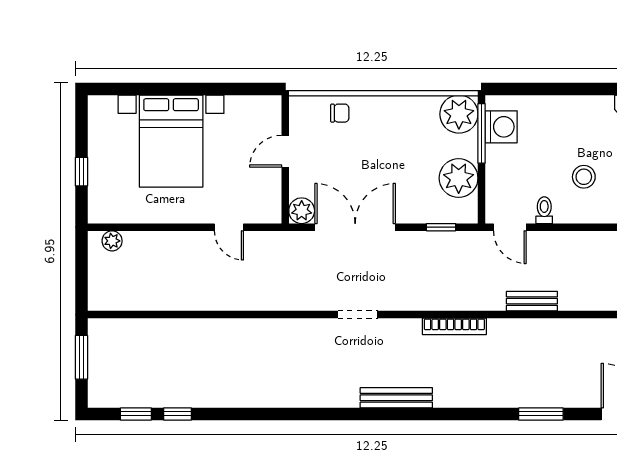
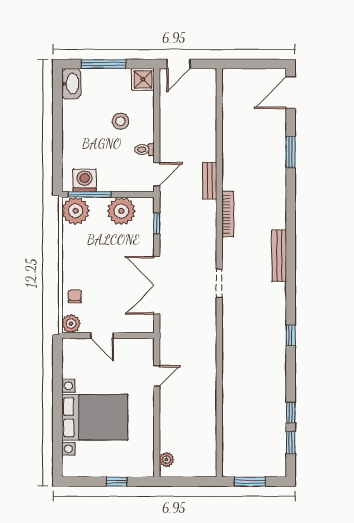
plant: (302, 211) -> (71, 324), moved
bench: (532, 301) -> (210, 181), moved
window: (285, 414) -> (291, 335), added

